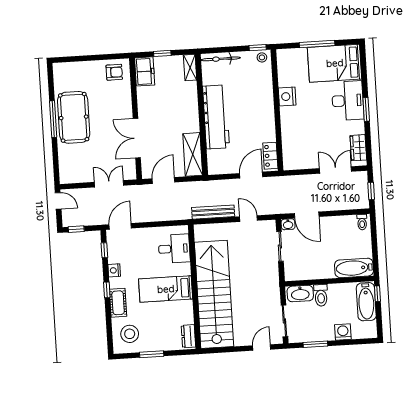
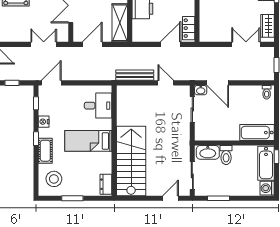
stairs: (214, 294) -> (131, 161), width x0.73
washing machine: (343, 332) -> (267, 188), moved, turned -90

